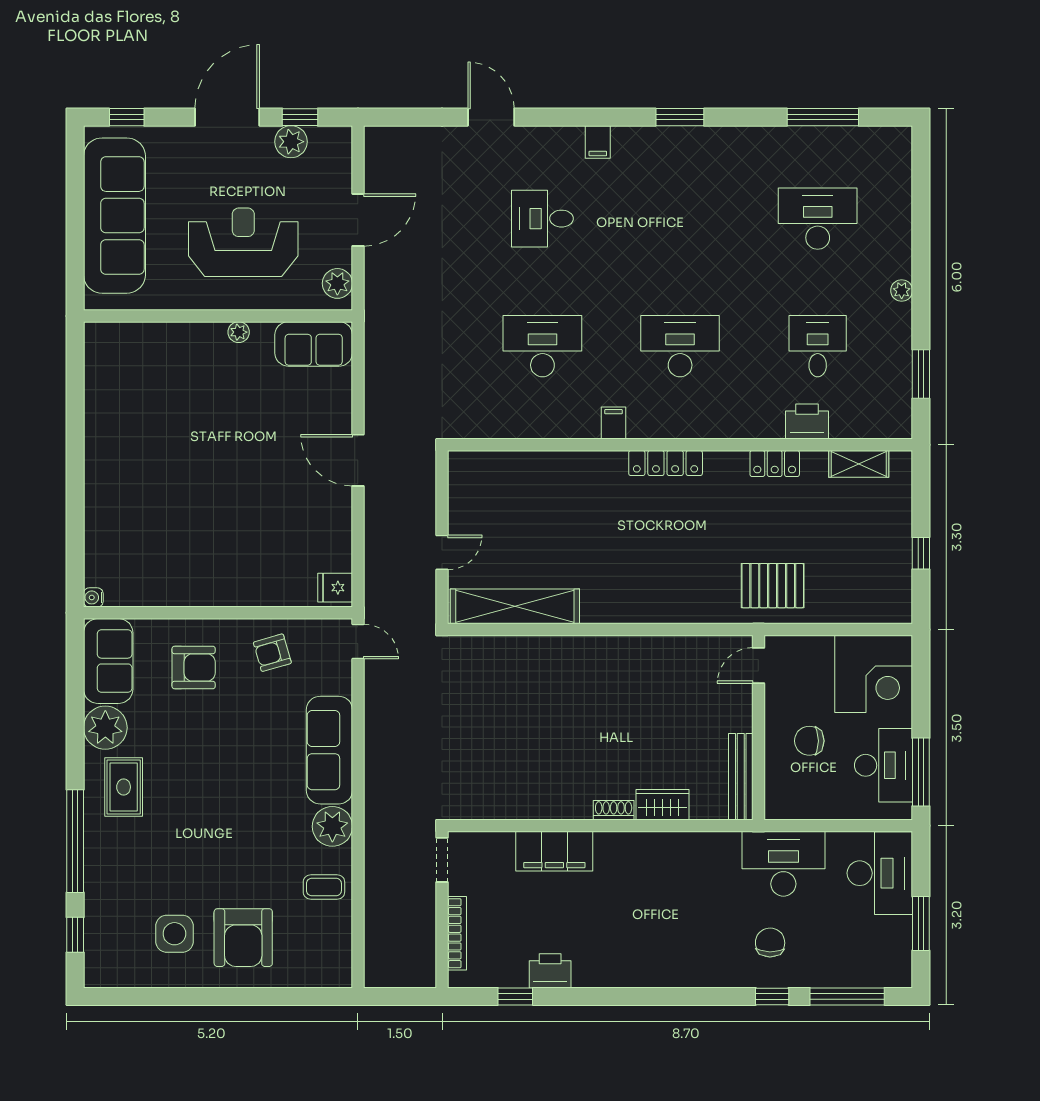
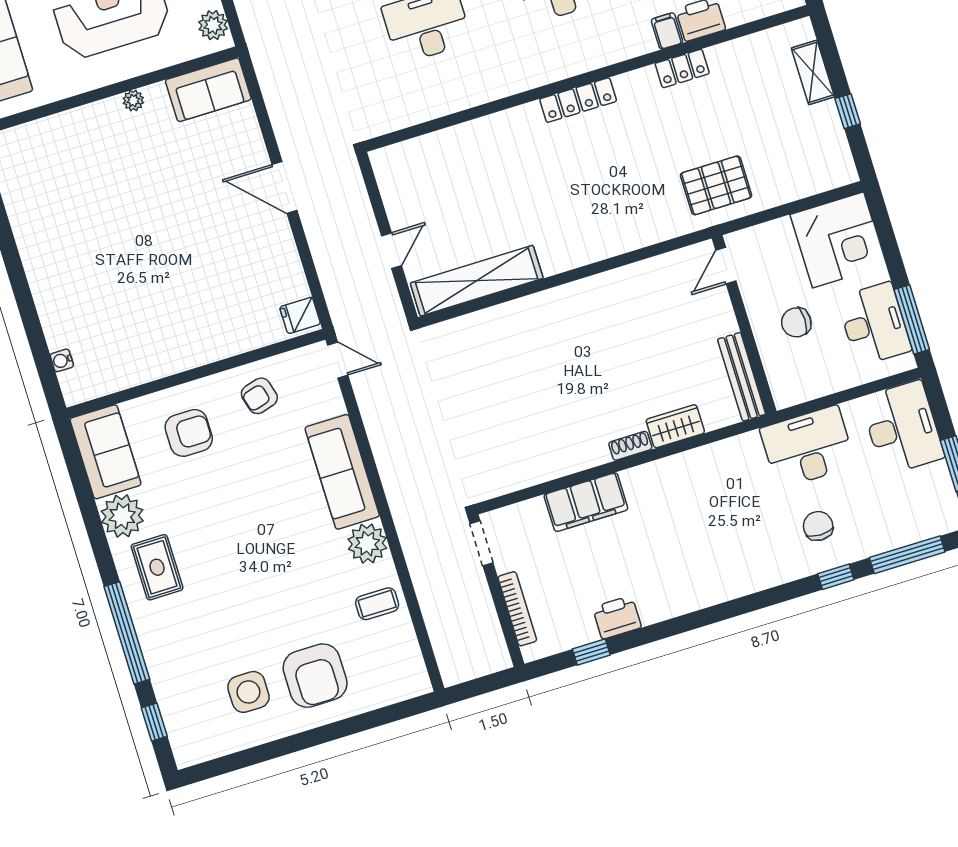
filing cabinet: (613, 423) -> (667, 31), moved
shelving: (859, 464) -> (813, 72), moved, turned 90
water cooler: (93, 597) -> (62, 360), moved

